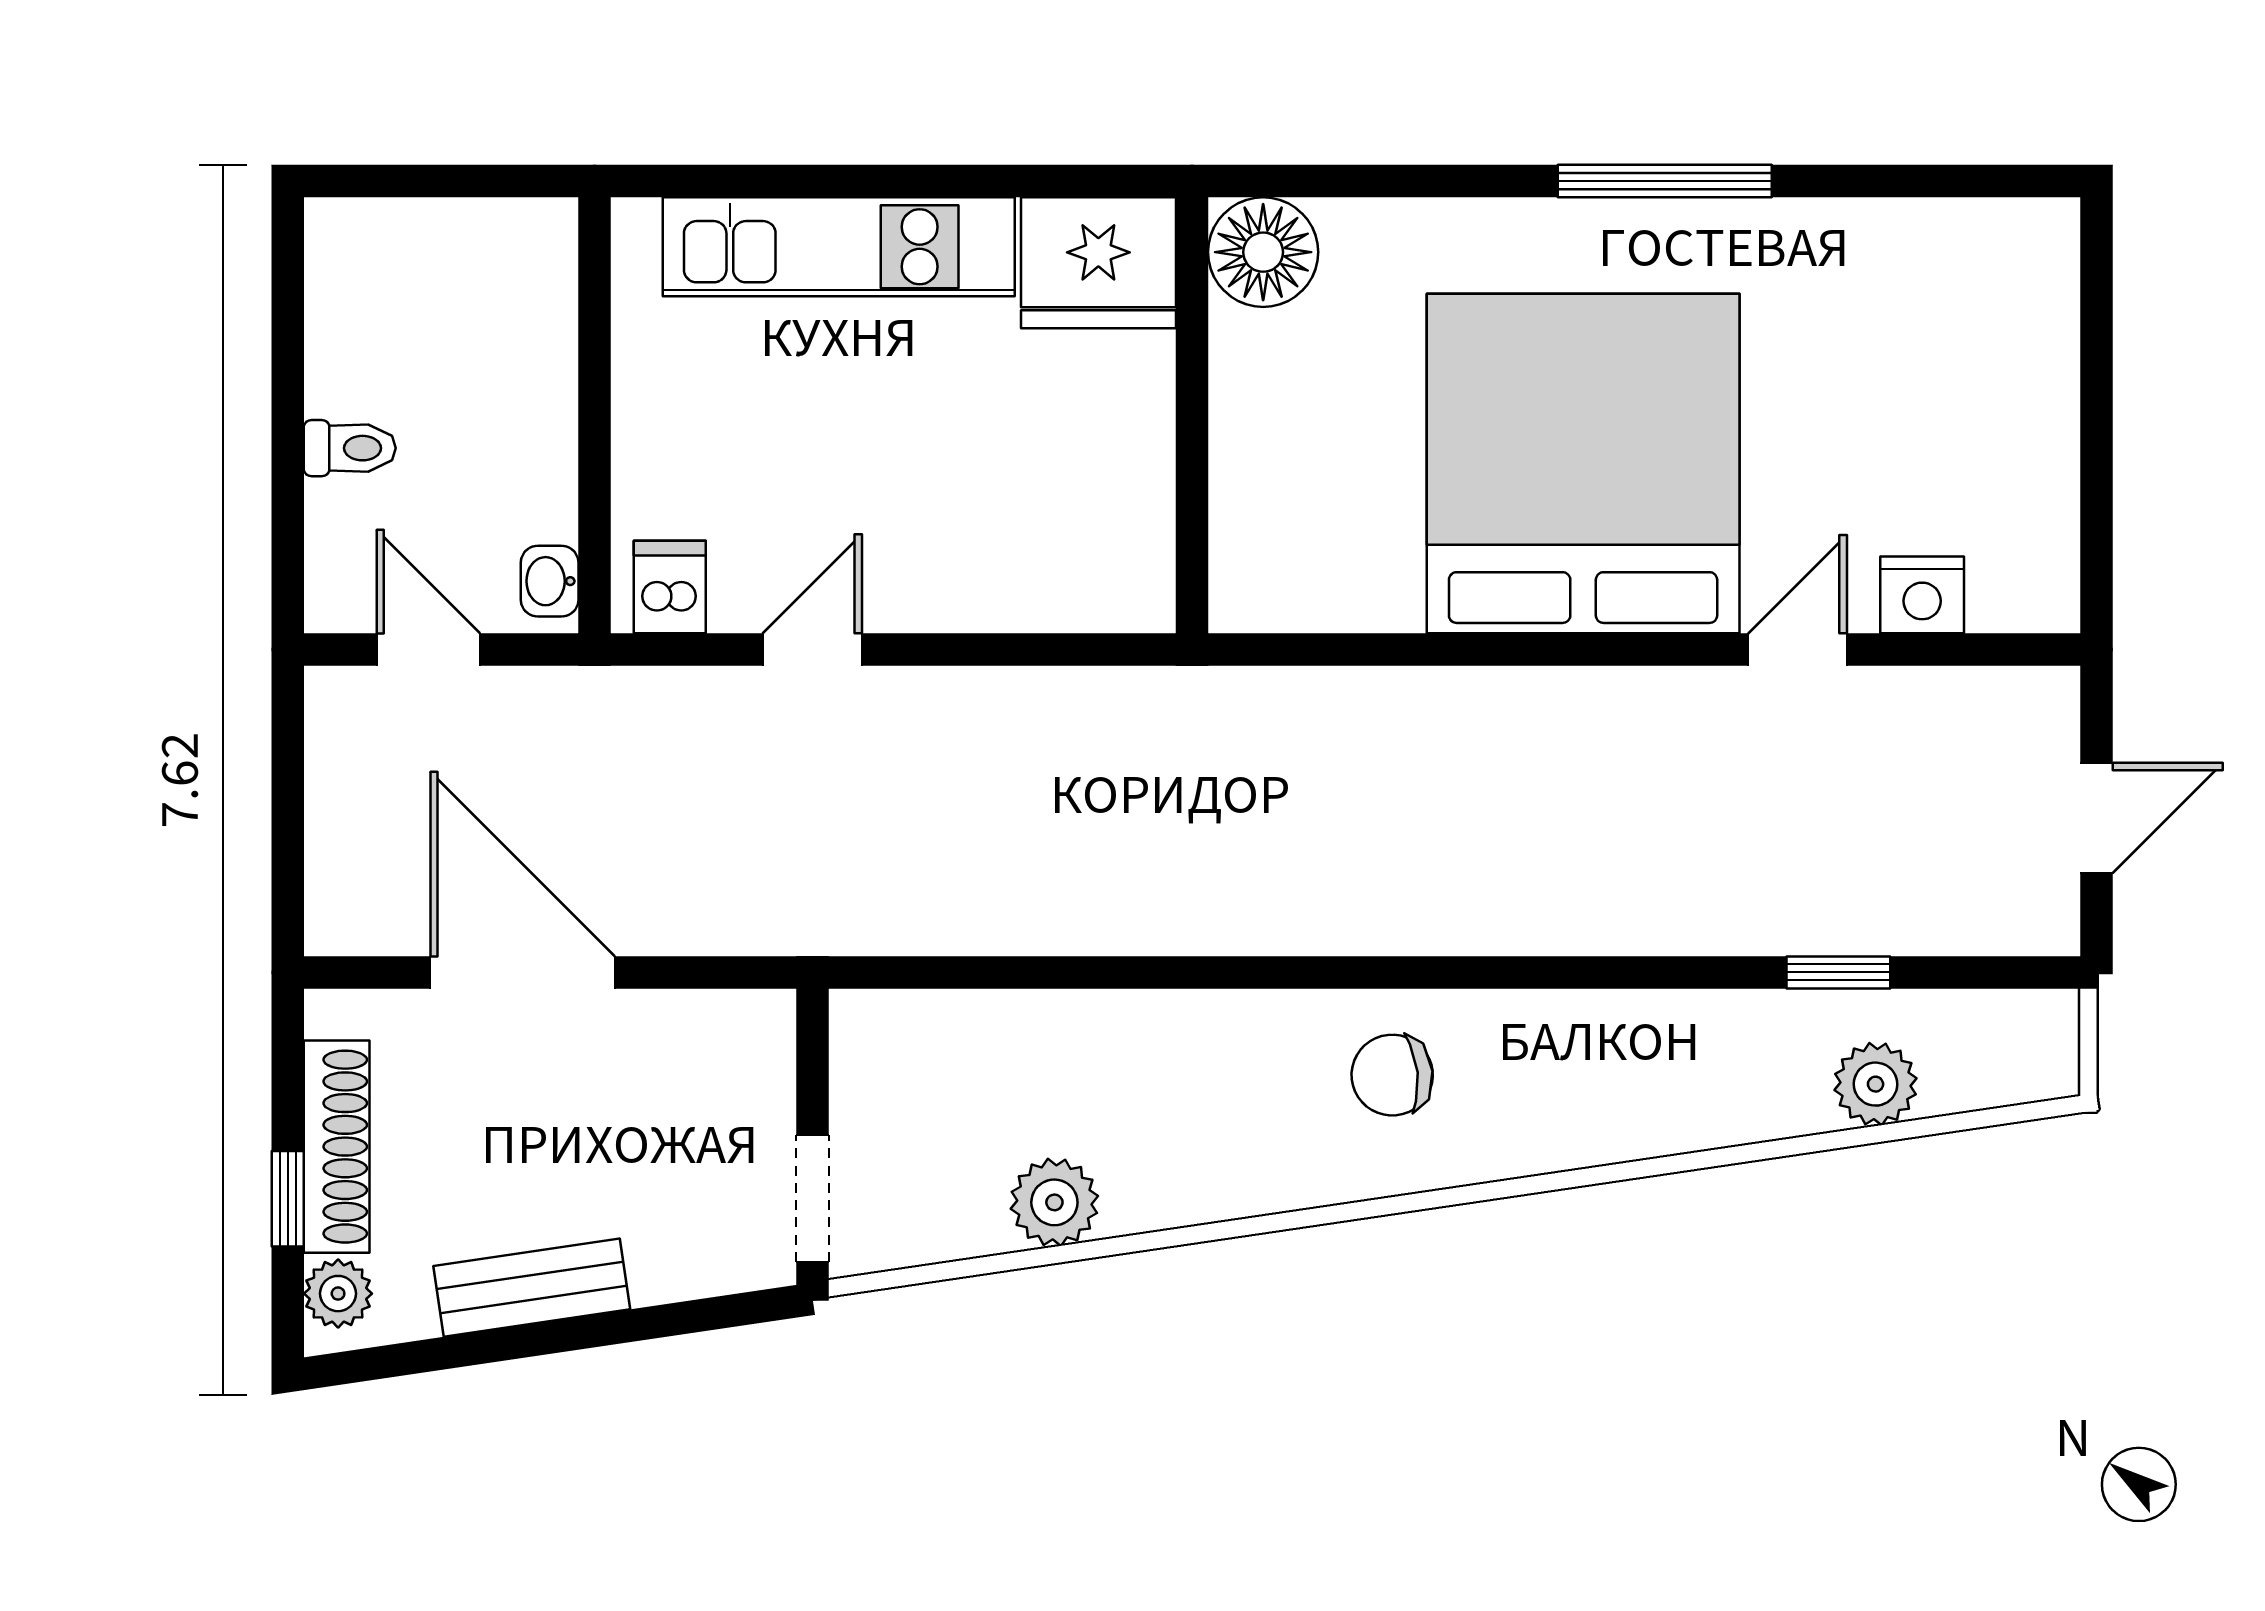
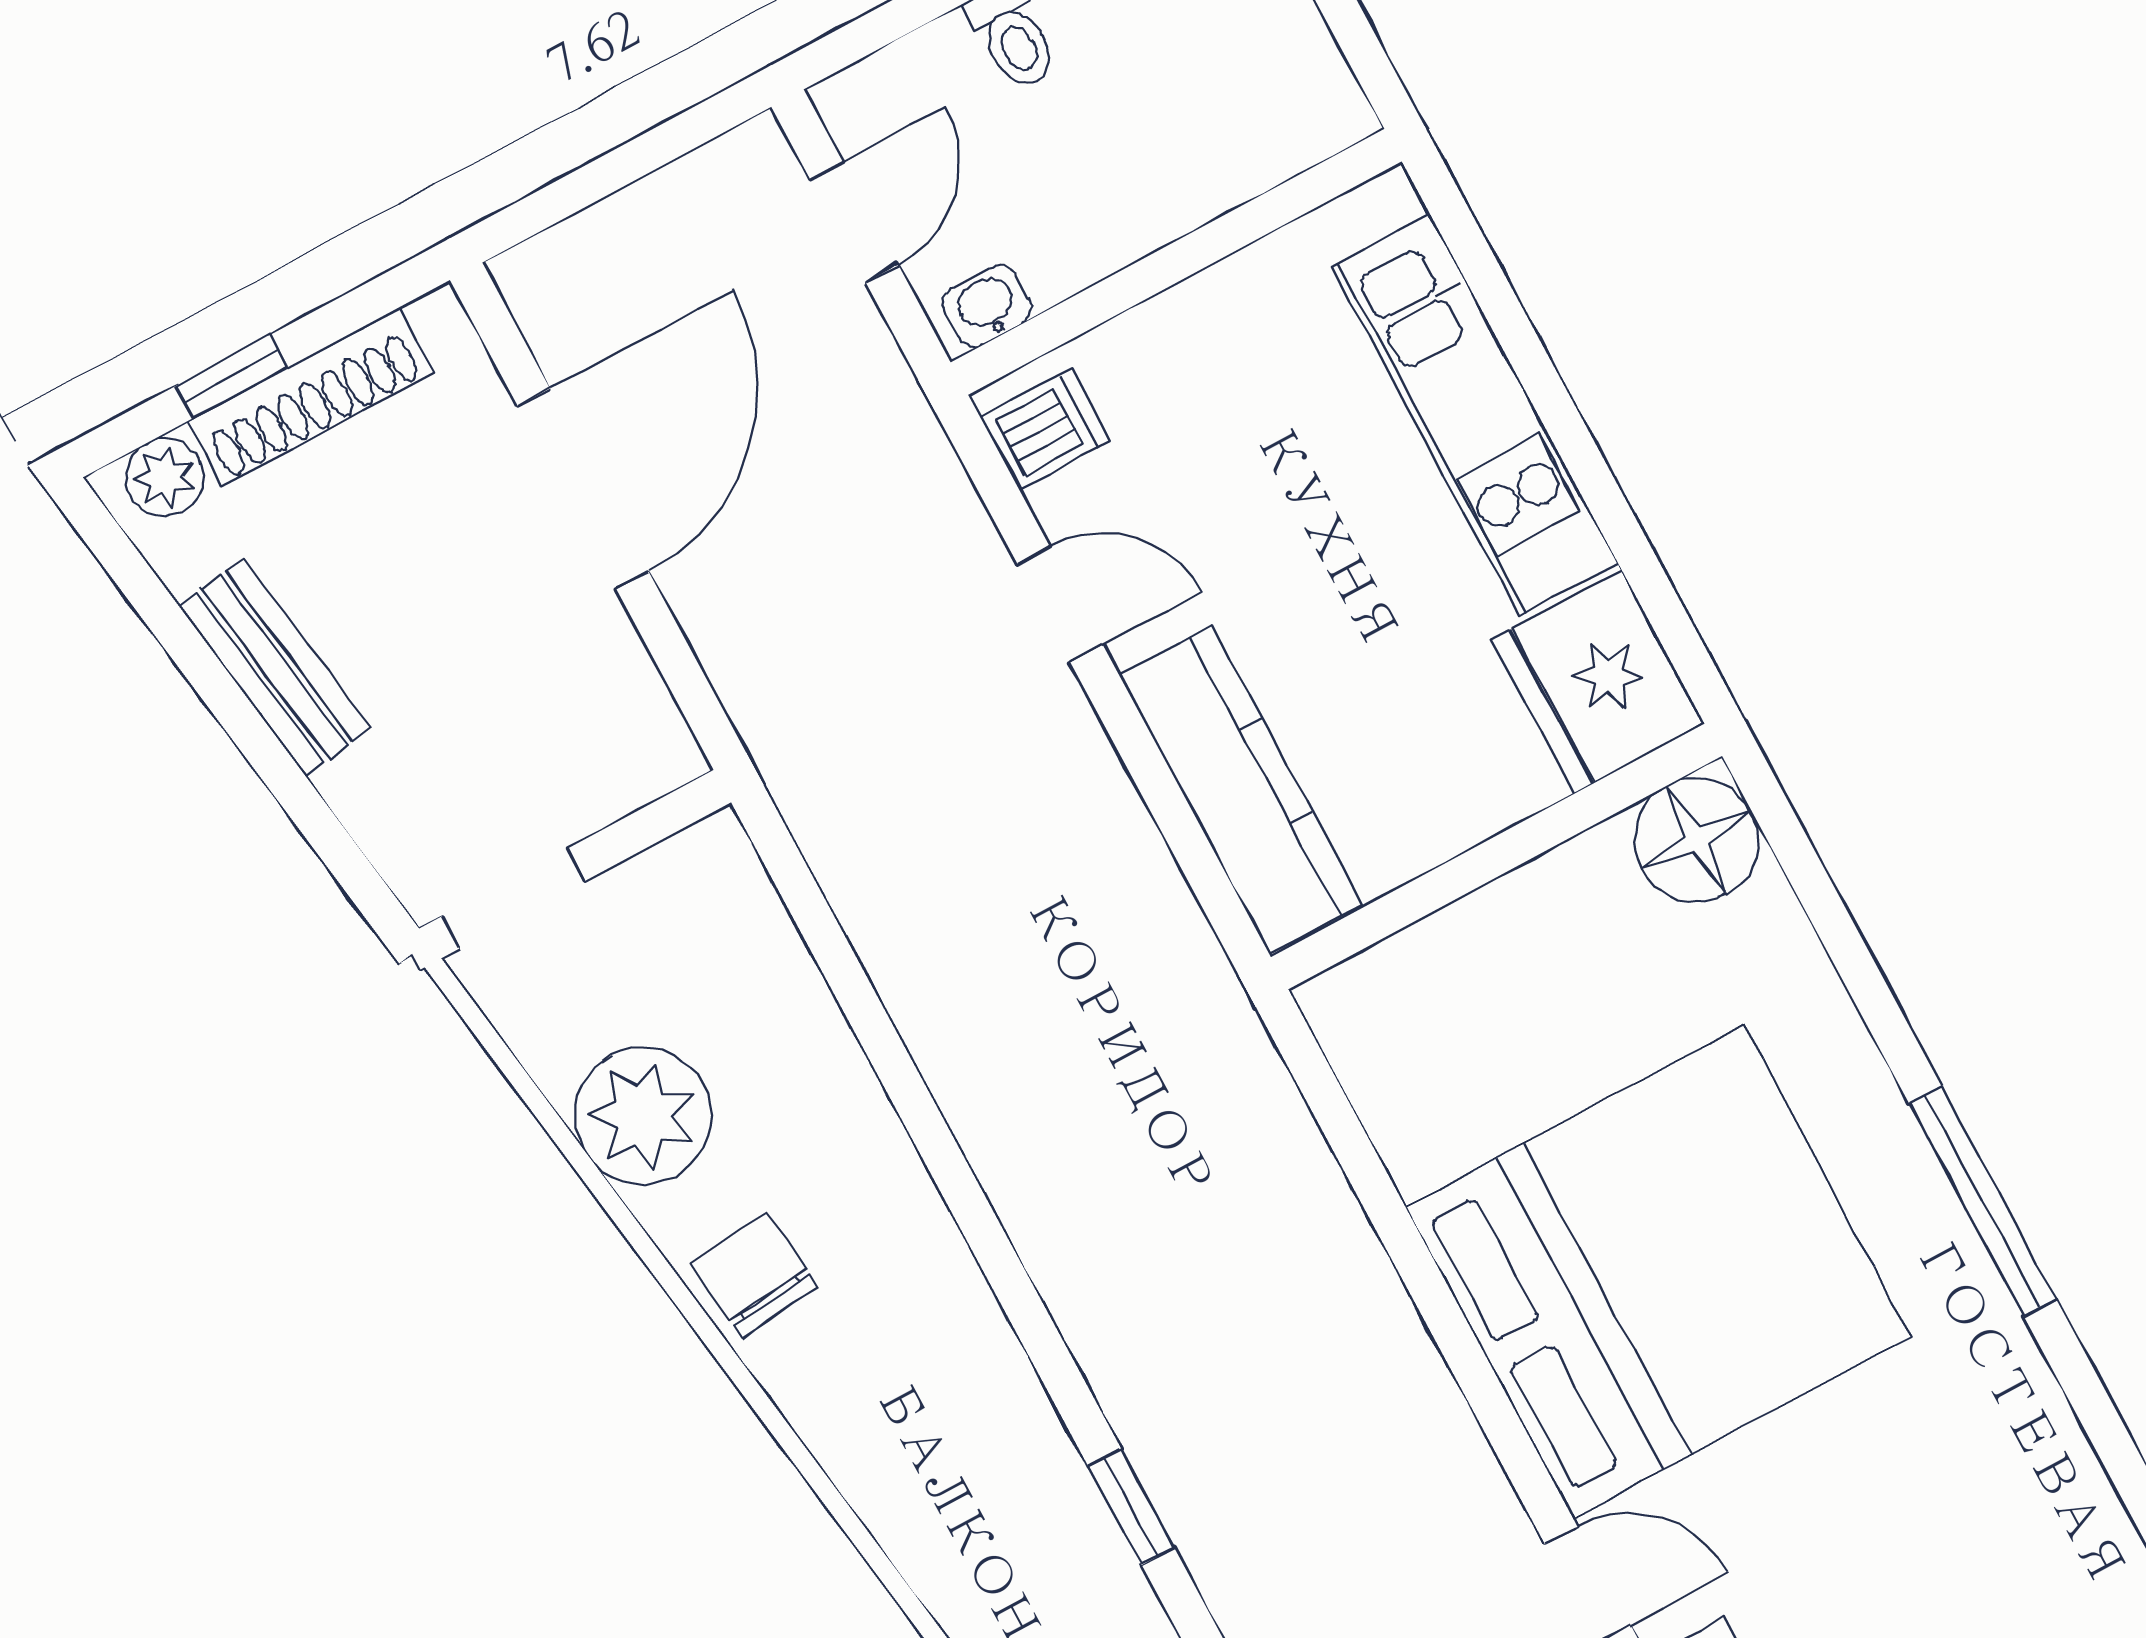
kitchen counter: (1033, 587) -> (1241, 790), added
window: (1546, 972) -> (1131, 1507), added
chair: (1392, 1075) -> (754, 1275), moved
plant: (1054, 1202) -> (643, 1116), width x1.36, depth x1.36

